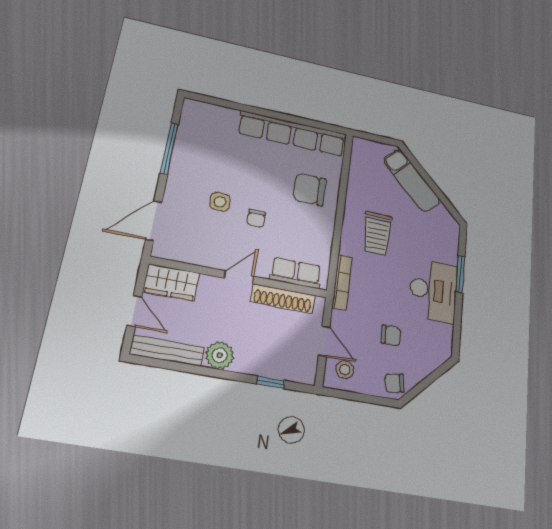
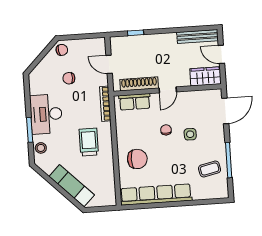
coffee table: (203, 145) -> (210, 169), added
plant: (220, 355) -> (168, 41), removed
stool: (345, 370) -> (41, 148), moved

